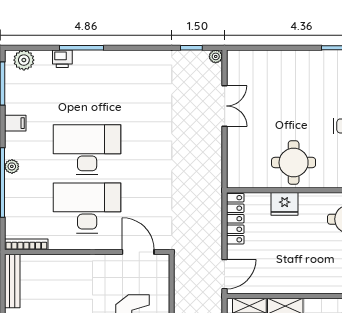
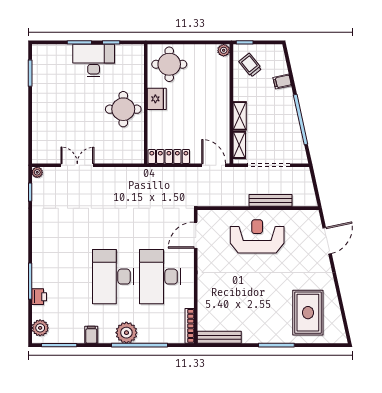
plant: (12, 166) -> (126, 333), width x1.88, depth x1.88
fridge: (285, 204) -> (157, 99), moved

